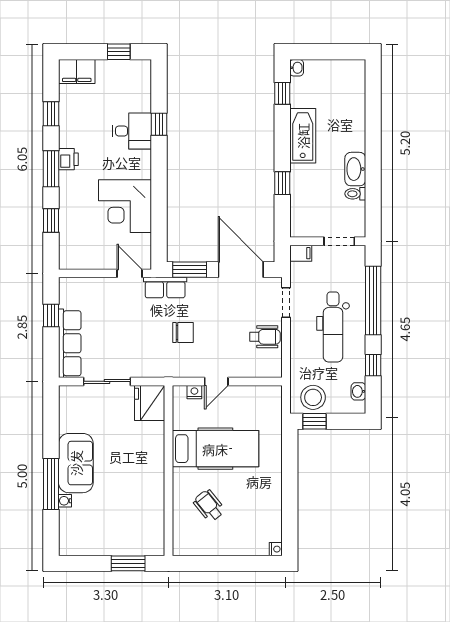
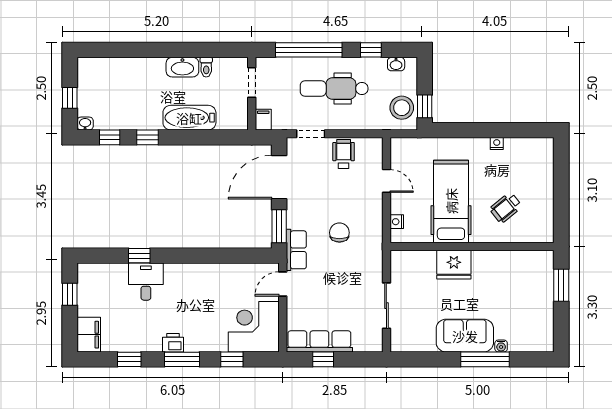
window: (323, 52) -> (70, 98), added
bathtub: (303, 136) -> (189, 118), moved
window: (282, 183) -> (147, 137), moved
corner desk: (125, 206) -> (254, 327), moved, turned 180
dental chair: (333, 327) -> (334, 89), turned 180
row of seats: (70, 343) -> (319, 341), moved
door: (216, 381) -> (386, 181), moved
fridge: (150, 403) -> (454, 265), moved
nightstand: (276, 549) -> (497, 143), moved

